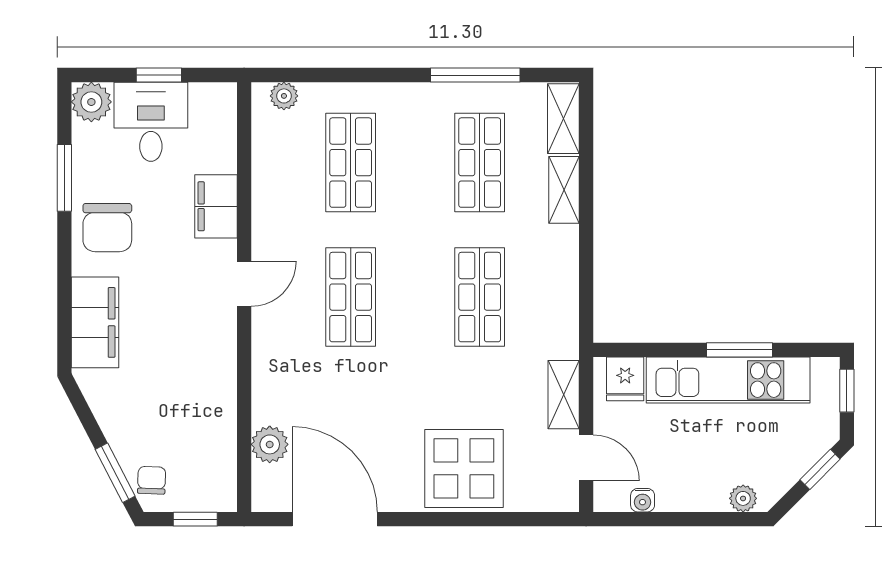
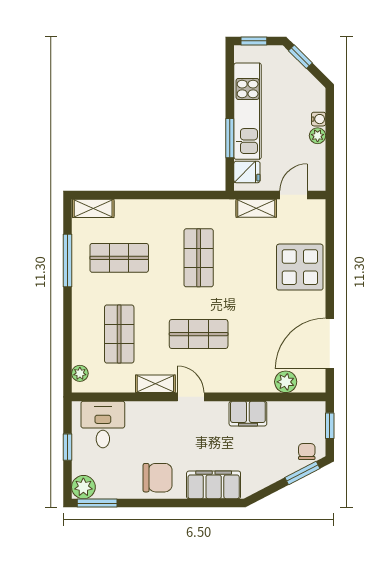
desk: (151, 122) -> (103, 424), moved, turned 90
shop shelf: (351, 163) -> (119, 334), turned 90
window: (64, 178) -> (97, 503), moved
shelving: (564, 190) -> (155, 384), moved
filing cabinet: (216, 206) -> (248, 414), moved
shop shelf: (480, 297) -> (199, 258), turned 90
window: (740, 350) -> (230, 138), moved
chair: (152, 480) -> (307, 452), turned 88
plant: (743, 498) -> (318, 136), moved
water cooler: (643, 500) -> (319, 119), moved

